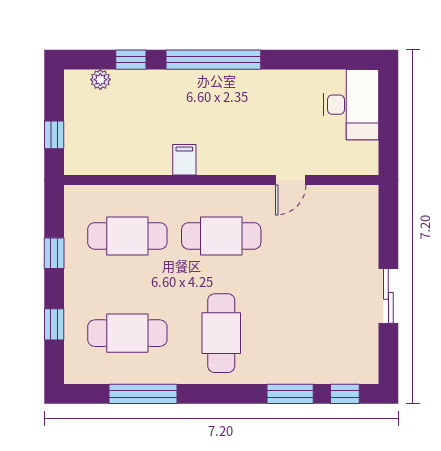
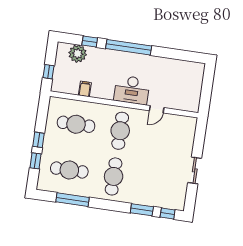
plant: (100, 80) -> (78, 54), width x1.87, depth x1.87
desk: (351, 105) -> (132, 90), moved, turned 90
filing cabinet: (184, 160) -> (85, 89), moved
cafe table: (221, 236) -> (120, 131), turned 90
window: (54, 253) -> (39, 140), moved

